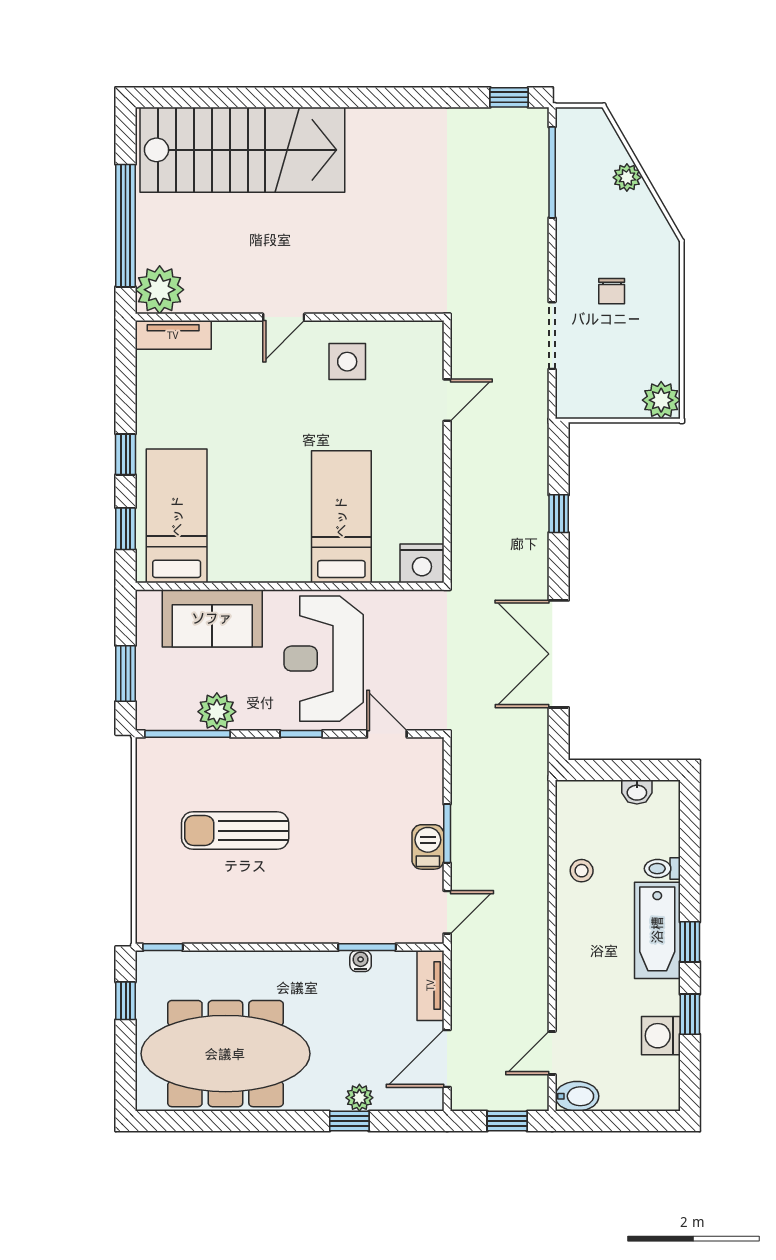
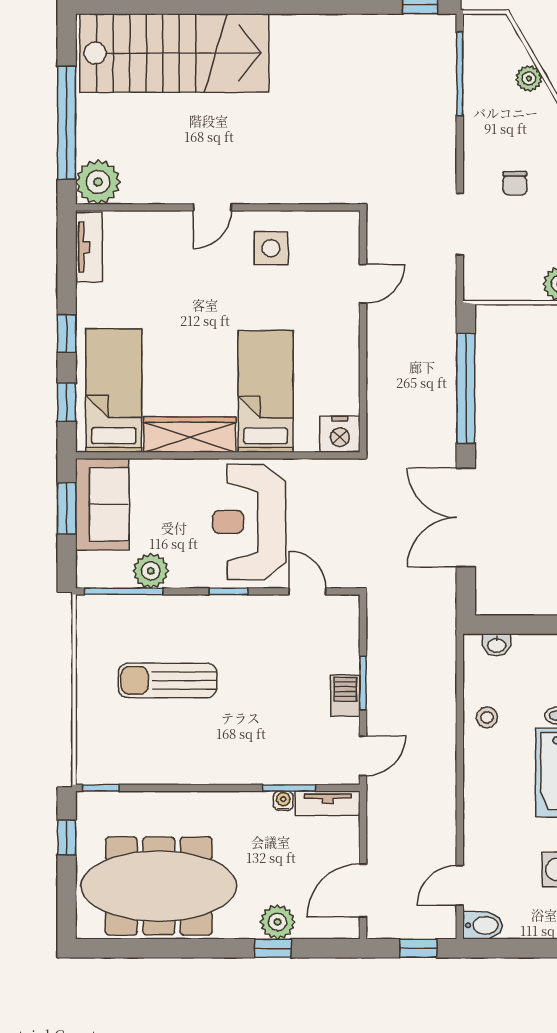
tv unit: (173, 335) -> (89, 247), moved, turned -90
window: (559, 514) -> (466, 388), width x3.17
wardrobe: (259, 564) -> (190, 434), added
sofa: (212, 618) -> (102, 504), moved, turned -90
window: (126, 674) -> (67, 508), moved
washbasin: (637, 792) -> (497, 645), moved
tv unit: (430, 985) -> (328, 803), moved, turned -90
plant: (359, 1098) -> (278, 922), width x1.38, depth x1.38

